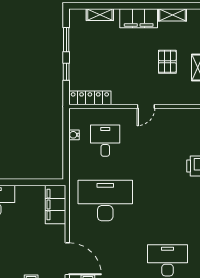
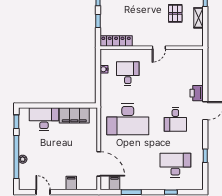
desk: (105, 201) -> (128, 119), turned 180
desk: (168, 201) -> (175, 119), added
filing cabinet: (56, 205) -> (74, 115), moved, turned -90

